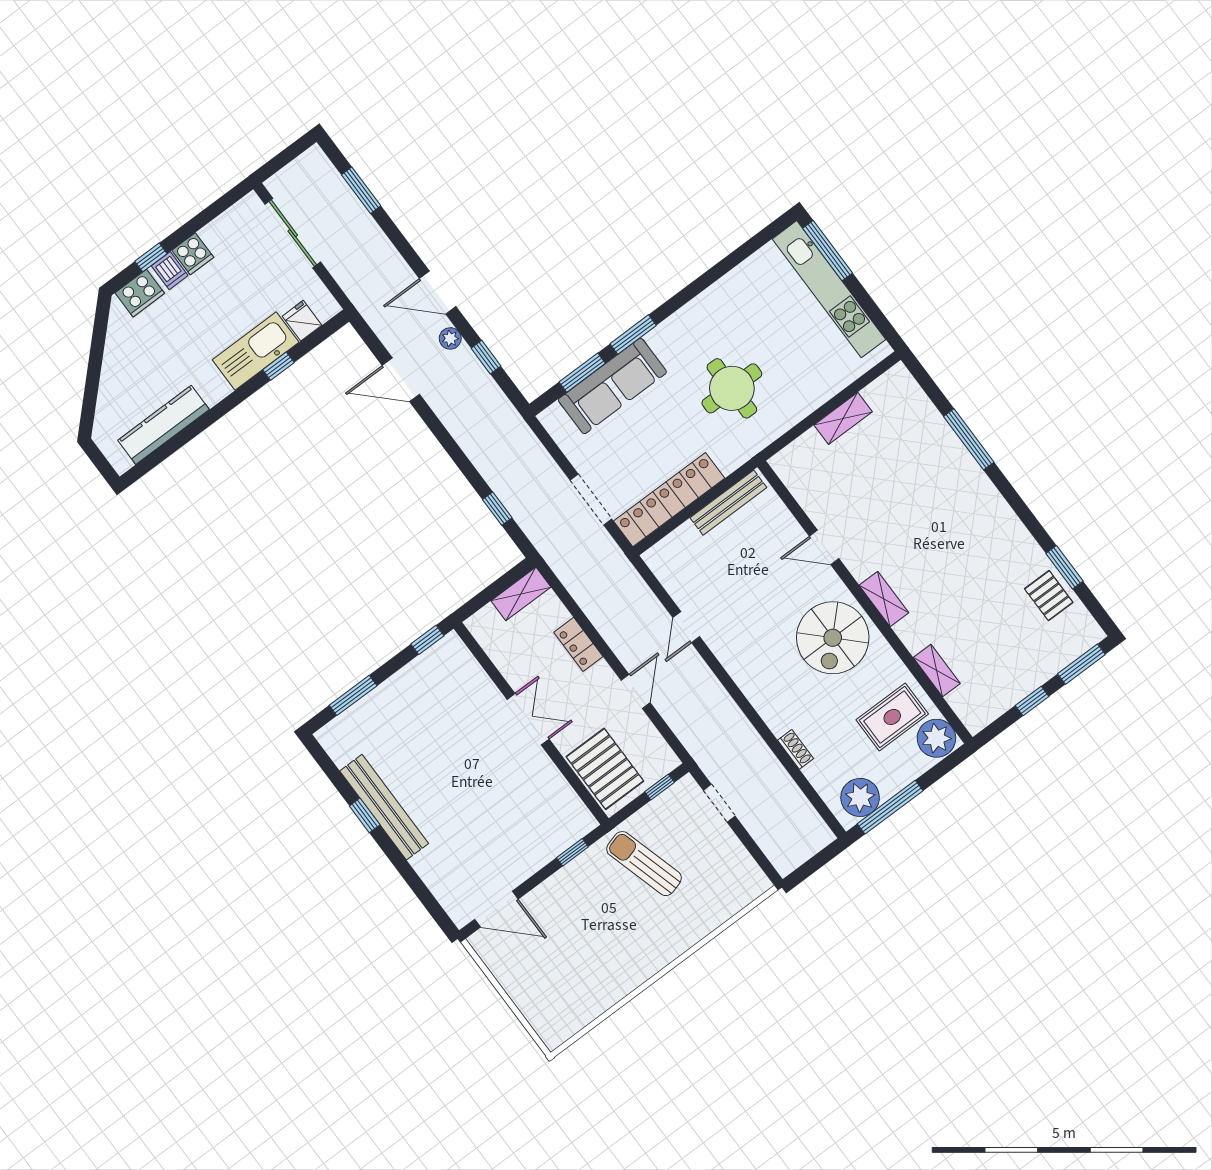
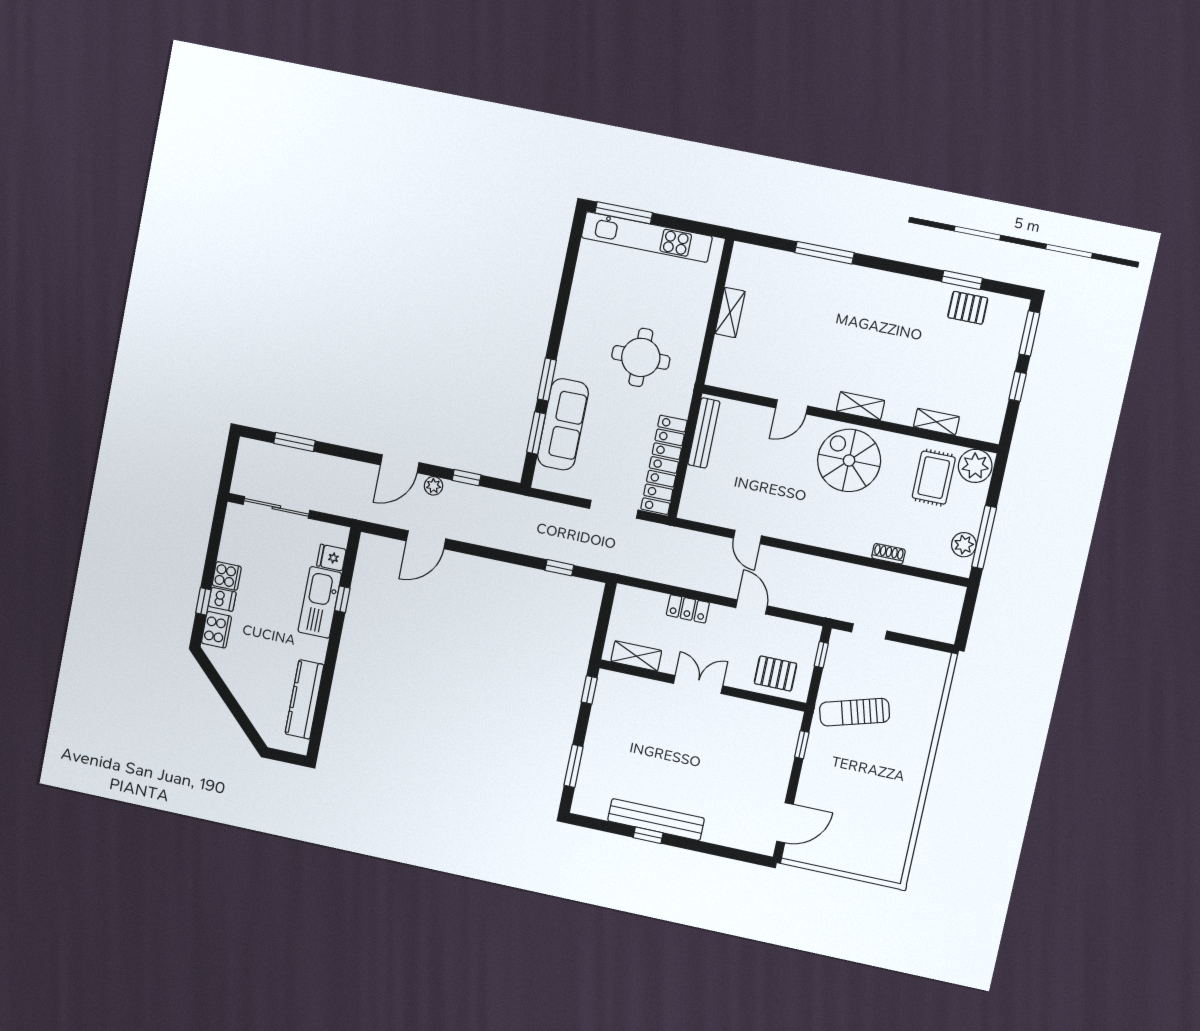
shelving: (521, 594) -> (636, 656), moved, turned 90
spiral stairs: (833, 638) -> (849, 460), turned 180
pallet: (605, 769) -> (776, 673), width x0.67, depth x0.71
plant: (860, 797) -> (964, 545), width x0.73, depth x0.73

